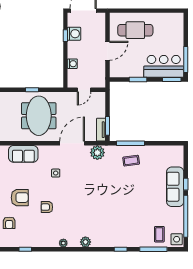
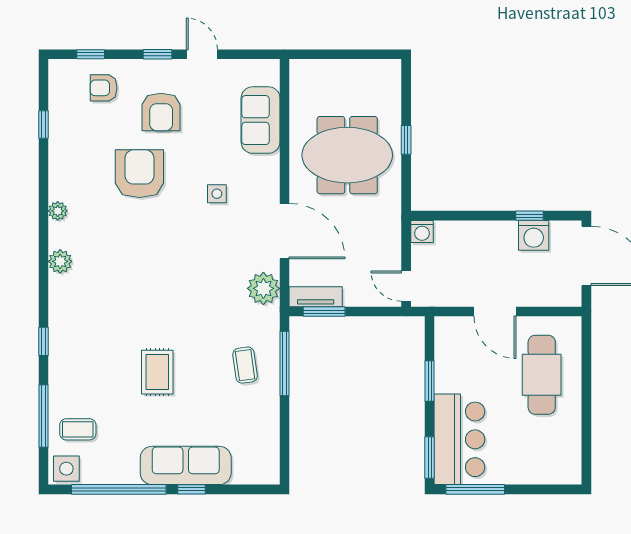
washing machine: (72, 64) -> (422, 231), moved
door: (84, 90) -> (406, 286), moved
rug: (134, 199) -> (157, 372), added
armchair: (47, 207) -> (139, 174), width x1.88, depth x1.88

